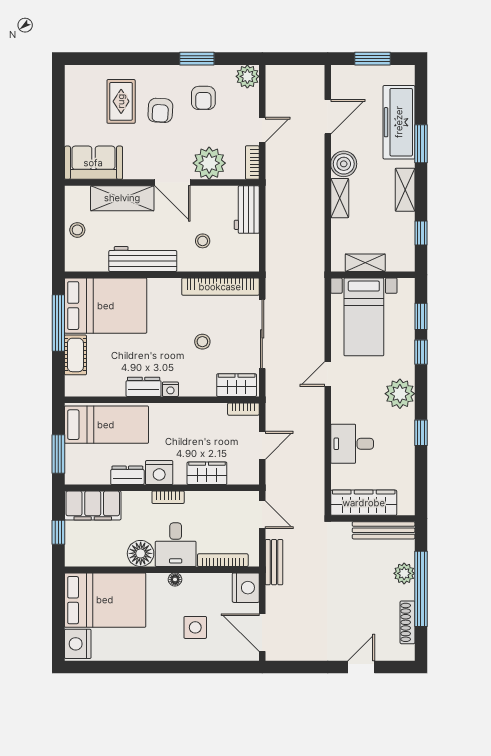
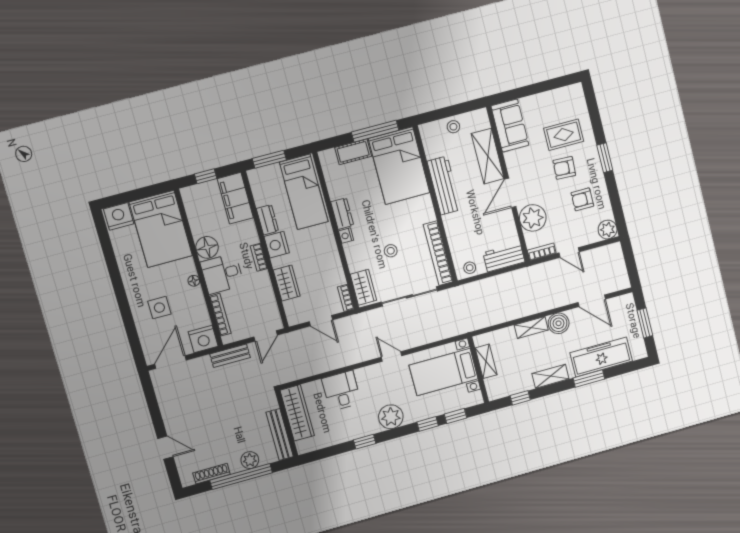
window: (197, 59) -> (605, 158), moved
stool: (203, 241) -> (470, 268), moved

